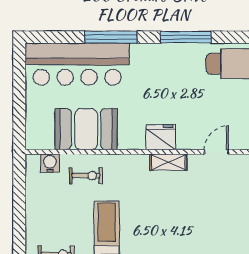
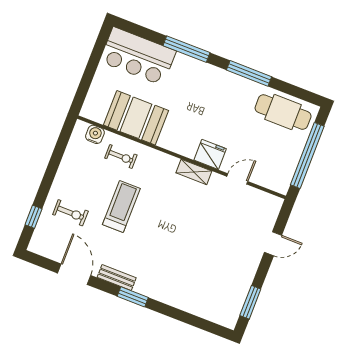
bar counter: (77, 64) -> (138, 56), width x0.73
fridge: (161, 137) -> (210, 154), moved

